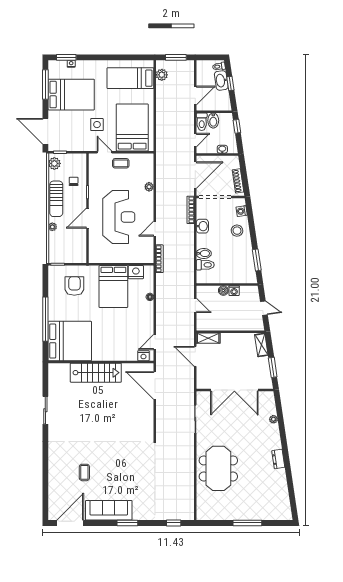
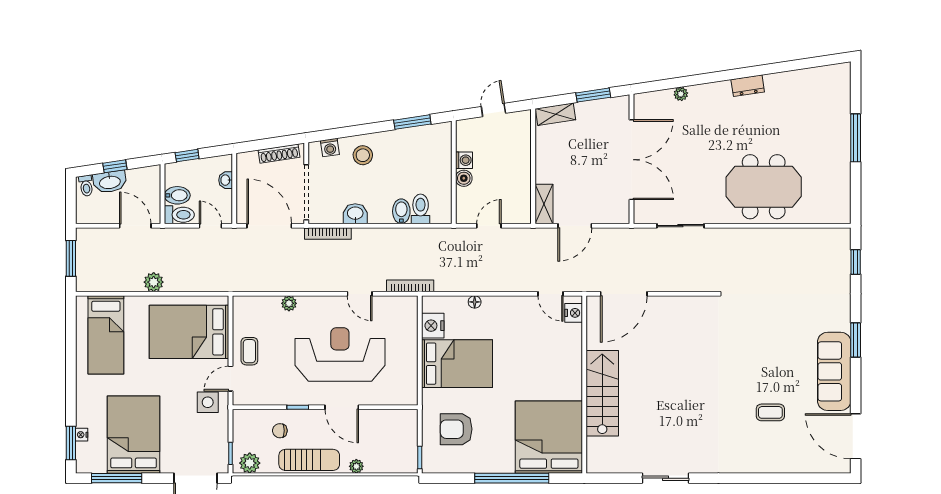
plant: (162, 75) -> (154, 282), moved
side table: (97, 125) -> (208, 402), moved

